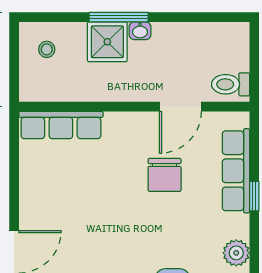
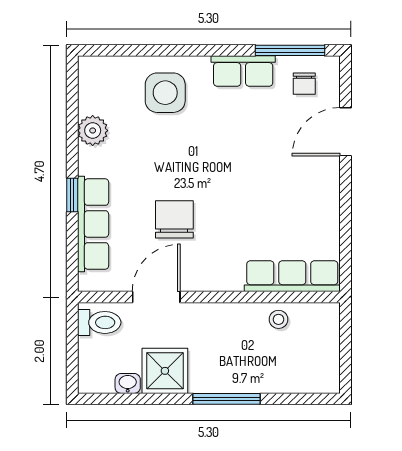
washbasin: (140, 31) -> (128, 383), moved
shower: (107, 42) -> (165, 371), moved
stool: (47, 49) -> (279, 319), moved

